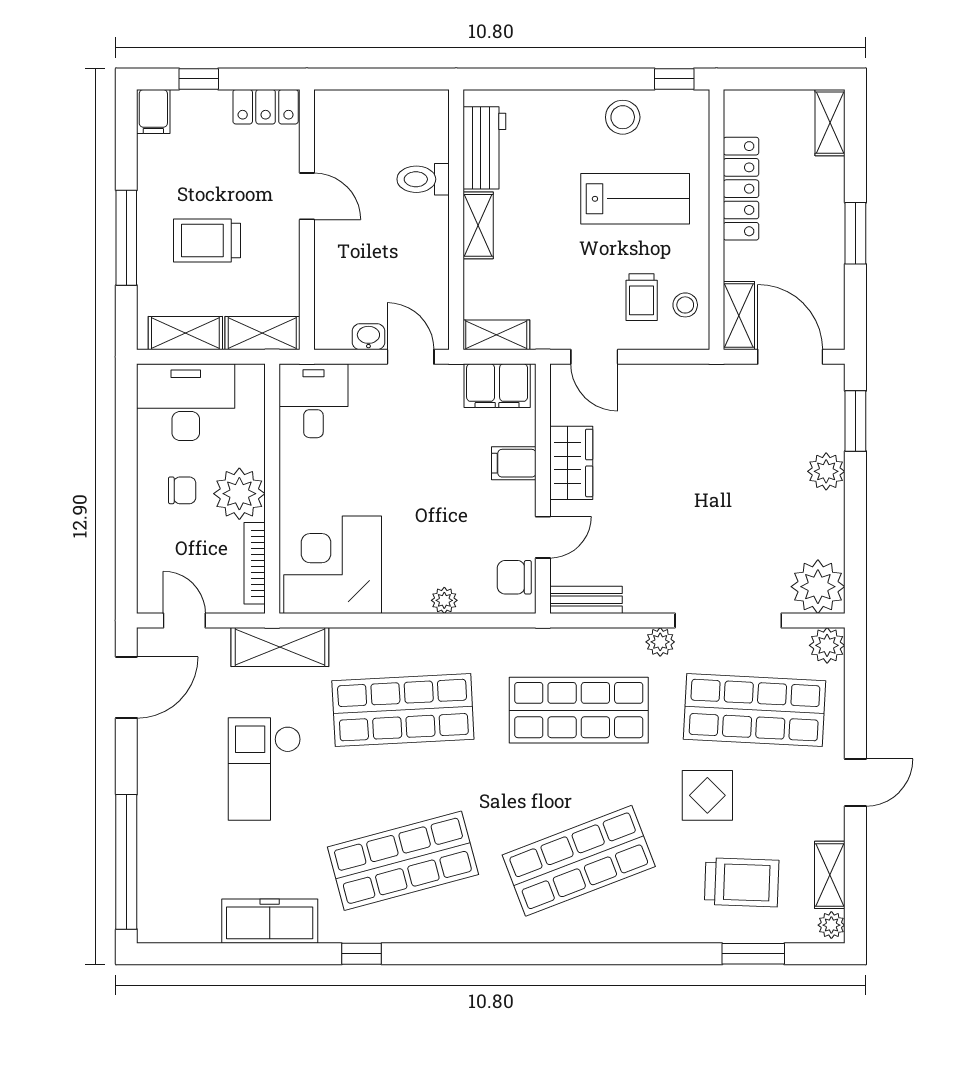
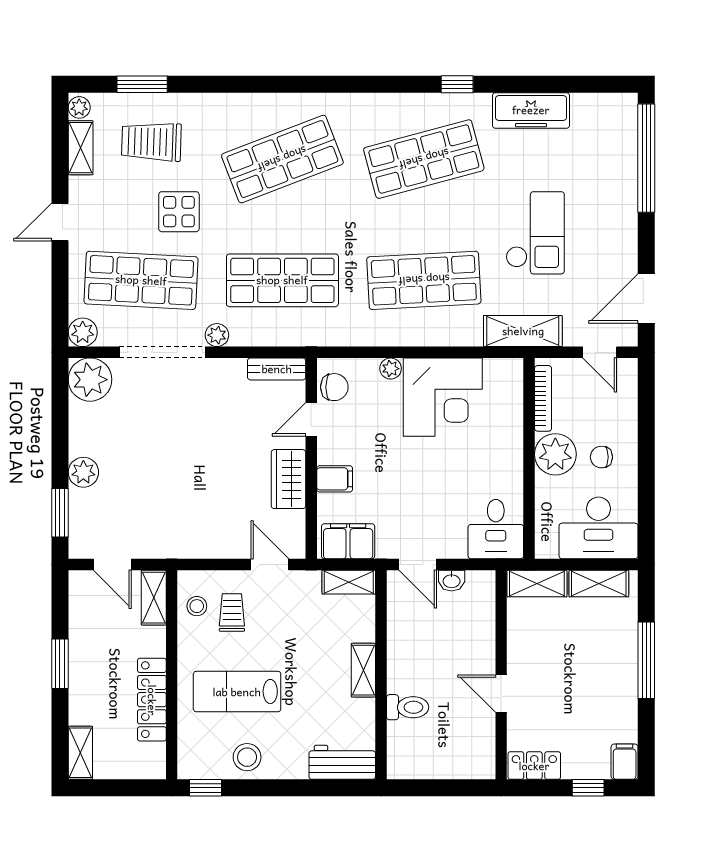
workbench: (484, 148) -> (342, 762), moved, turned 90
trolley: (207, 241) -> (581, 658), removed
door: (790, 357) -> (112, 564), width x0.73
corner desk: (333, 565) -> (443, 397), moved

